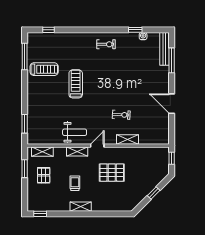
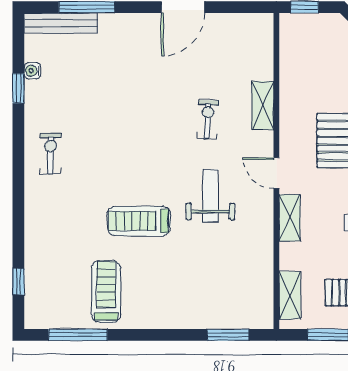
weight bench: (75, 132) -> (210, 196), moved

